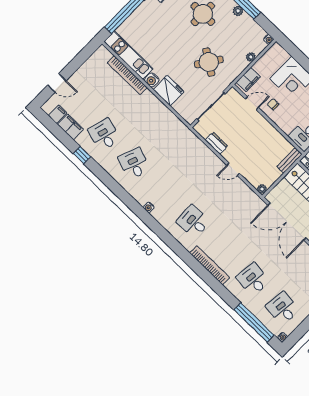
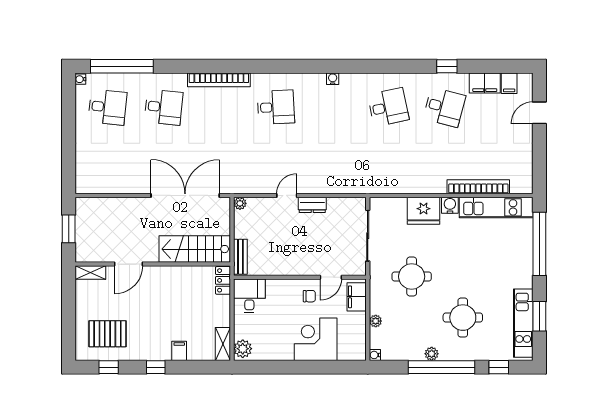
round table: (209, 62) -> (412, 277), turned -34
dresser: (216, 143) -> (312, 205), moved
desk: (134, 164) -> (388, 107), turned -33

